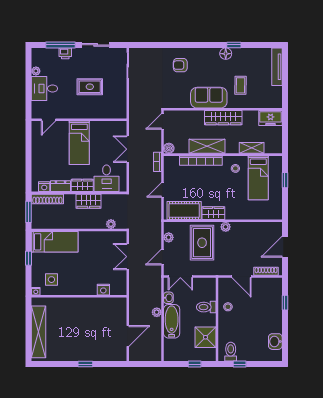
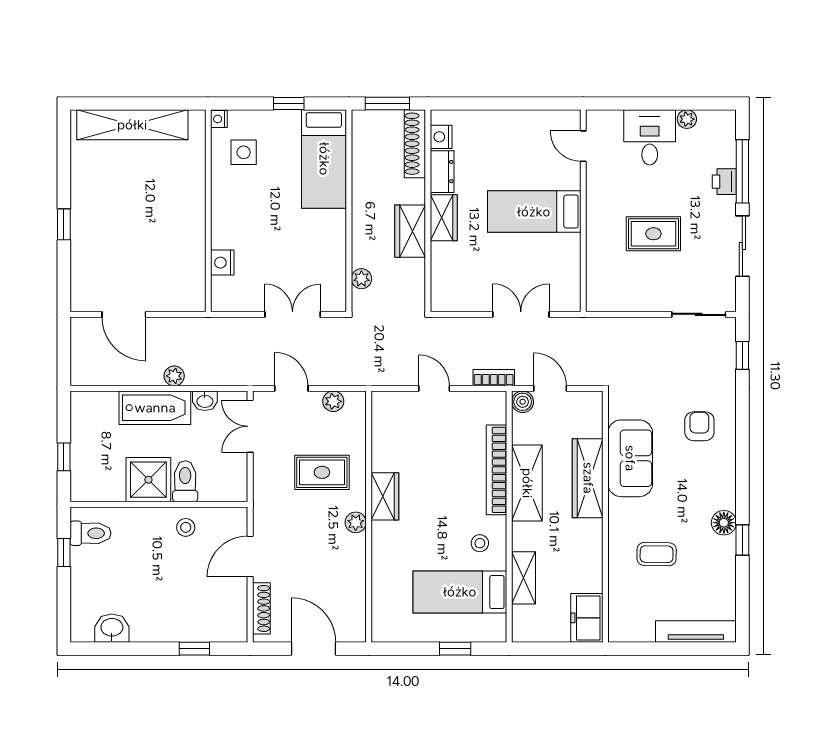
window: (147, 45) -> (742, 355), added
rug: (90, 87) -> (653, 234), turned 90
sofa: (209, 98) -> (630, 458), moved
wardrobe: (223, 118) -> (588, 478), moved
door: (163, 121) -> (550, 388), moved
desk: (107, 178) -> (459, 269), removed
cot: (184, 211) -> (390, 434), removed
rug: (202, 243) -> (322, 472), width x0.73, depth x0.70
shower: (205, 337) -> (148, 480), moved

